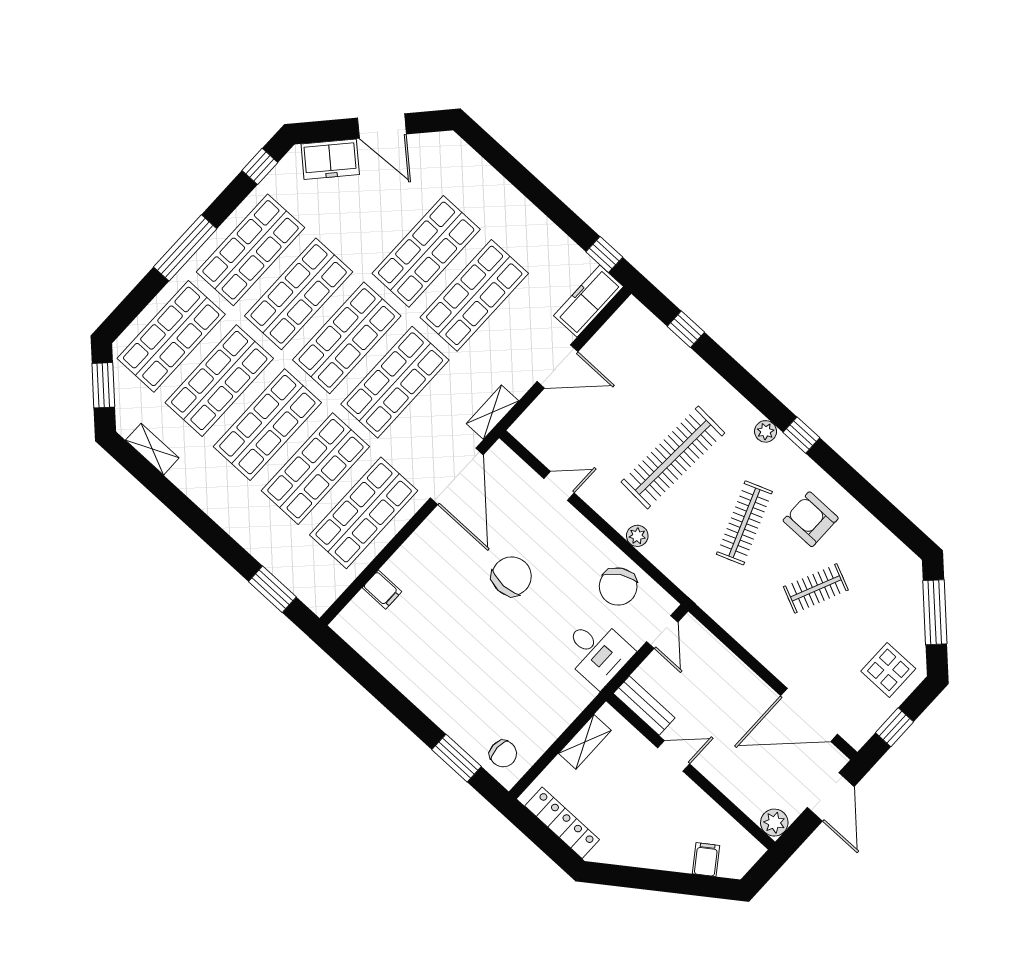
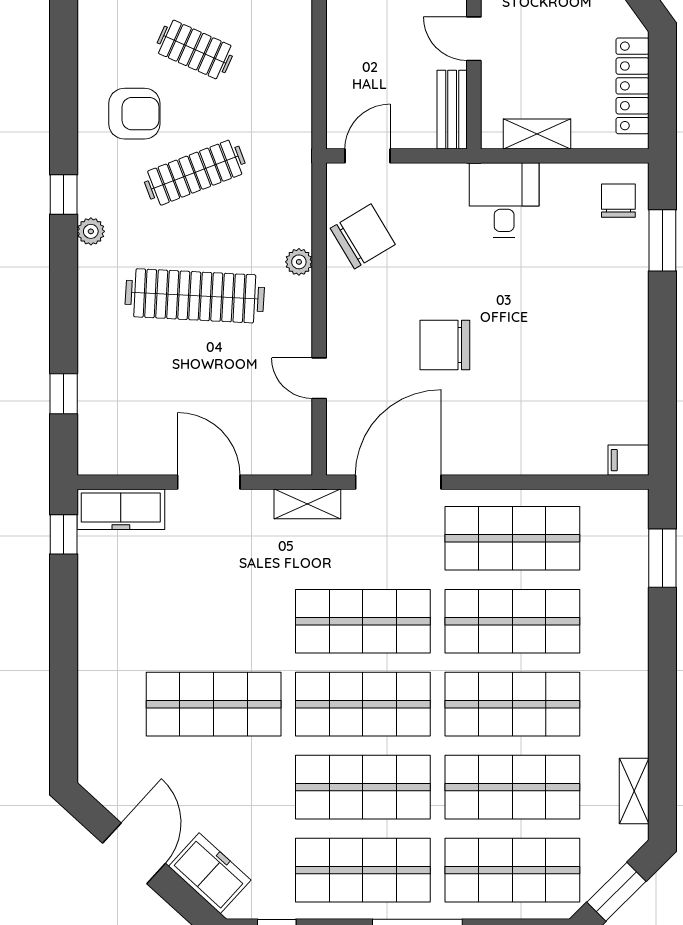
shop shelf: (474, 295) -> (214, 621), removed
armchair: (811, 519) -> (134, 114), turned -90
filing cabinet: (382, 590) -> (629, 460), moved, turned -90
desk: (597, 652) -> (504, 200), moved

